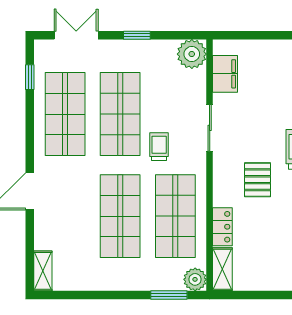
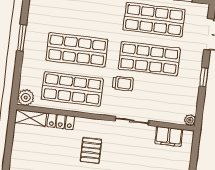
plant: (192, 54) -> (190, 120), width x0.53, depth x0.53
pallet: (258, 180) -> (91, 150), turned 90
window: (169, 295) -> (22, 38), moved

